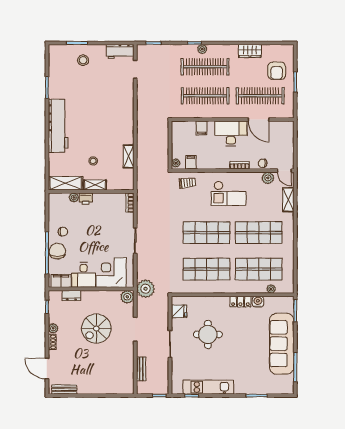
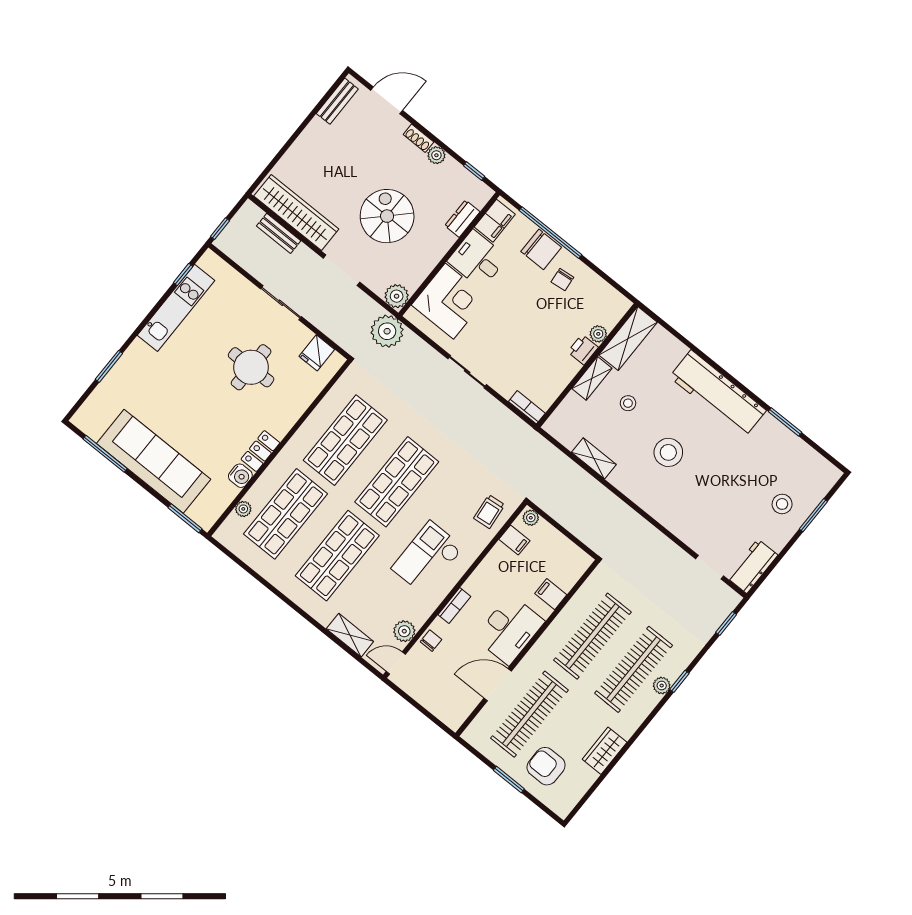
stool: (100, 127) -> (668, 452), added
wardrobe: (126, 369) -> (296, 212), added

